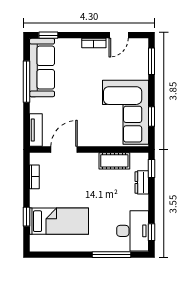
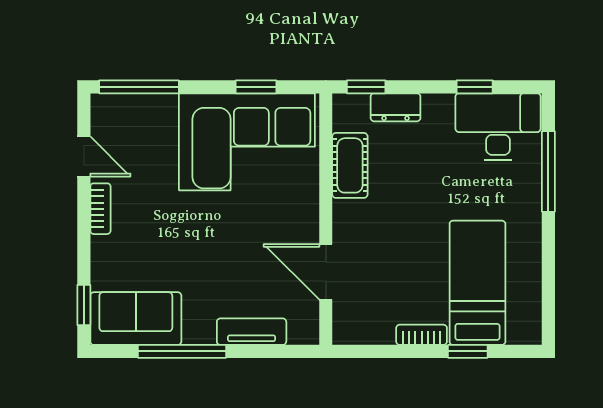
window: (152, 61) -> (139, 87), width x1.44
sofa: (42, 68) -> (136, 319), width x0.73
tv unit: (36, 130) -> (252, 332), moved
bookcase: (34, 177) -> (422, 335), moved
window: (152, 232) -> (475, 87), moved

